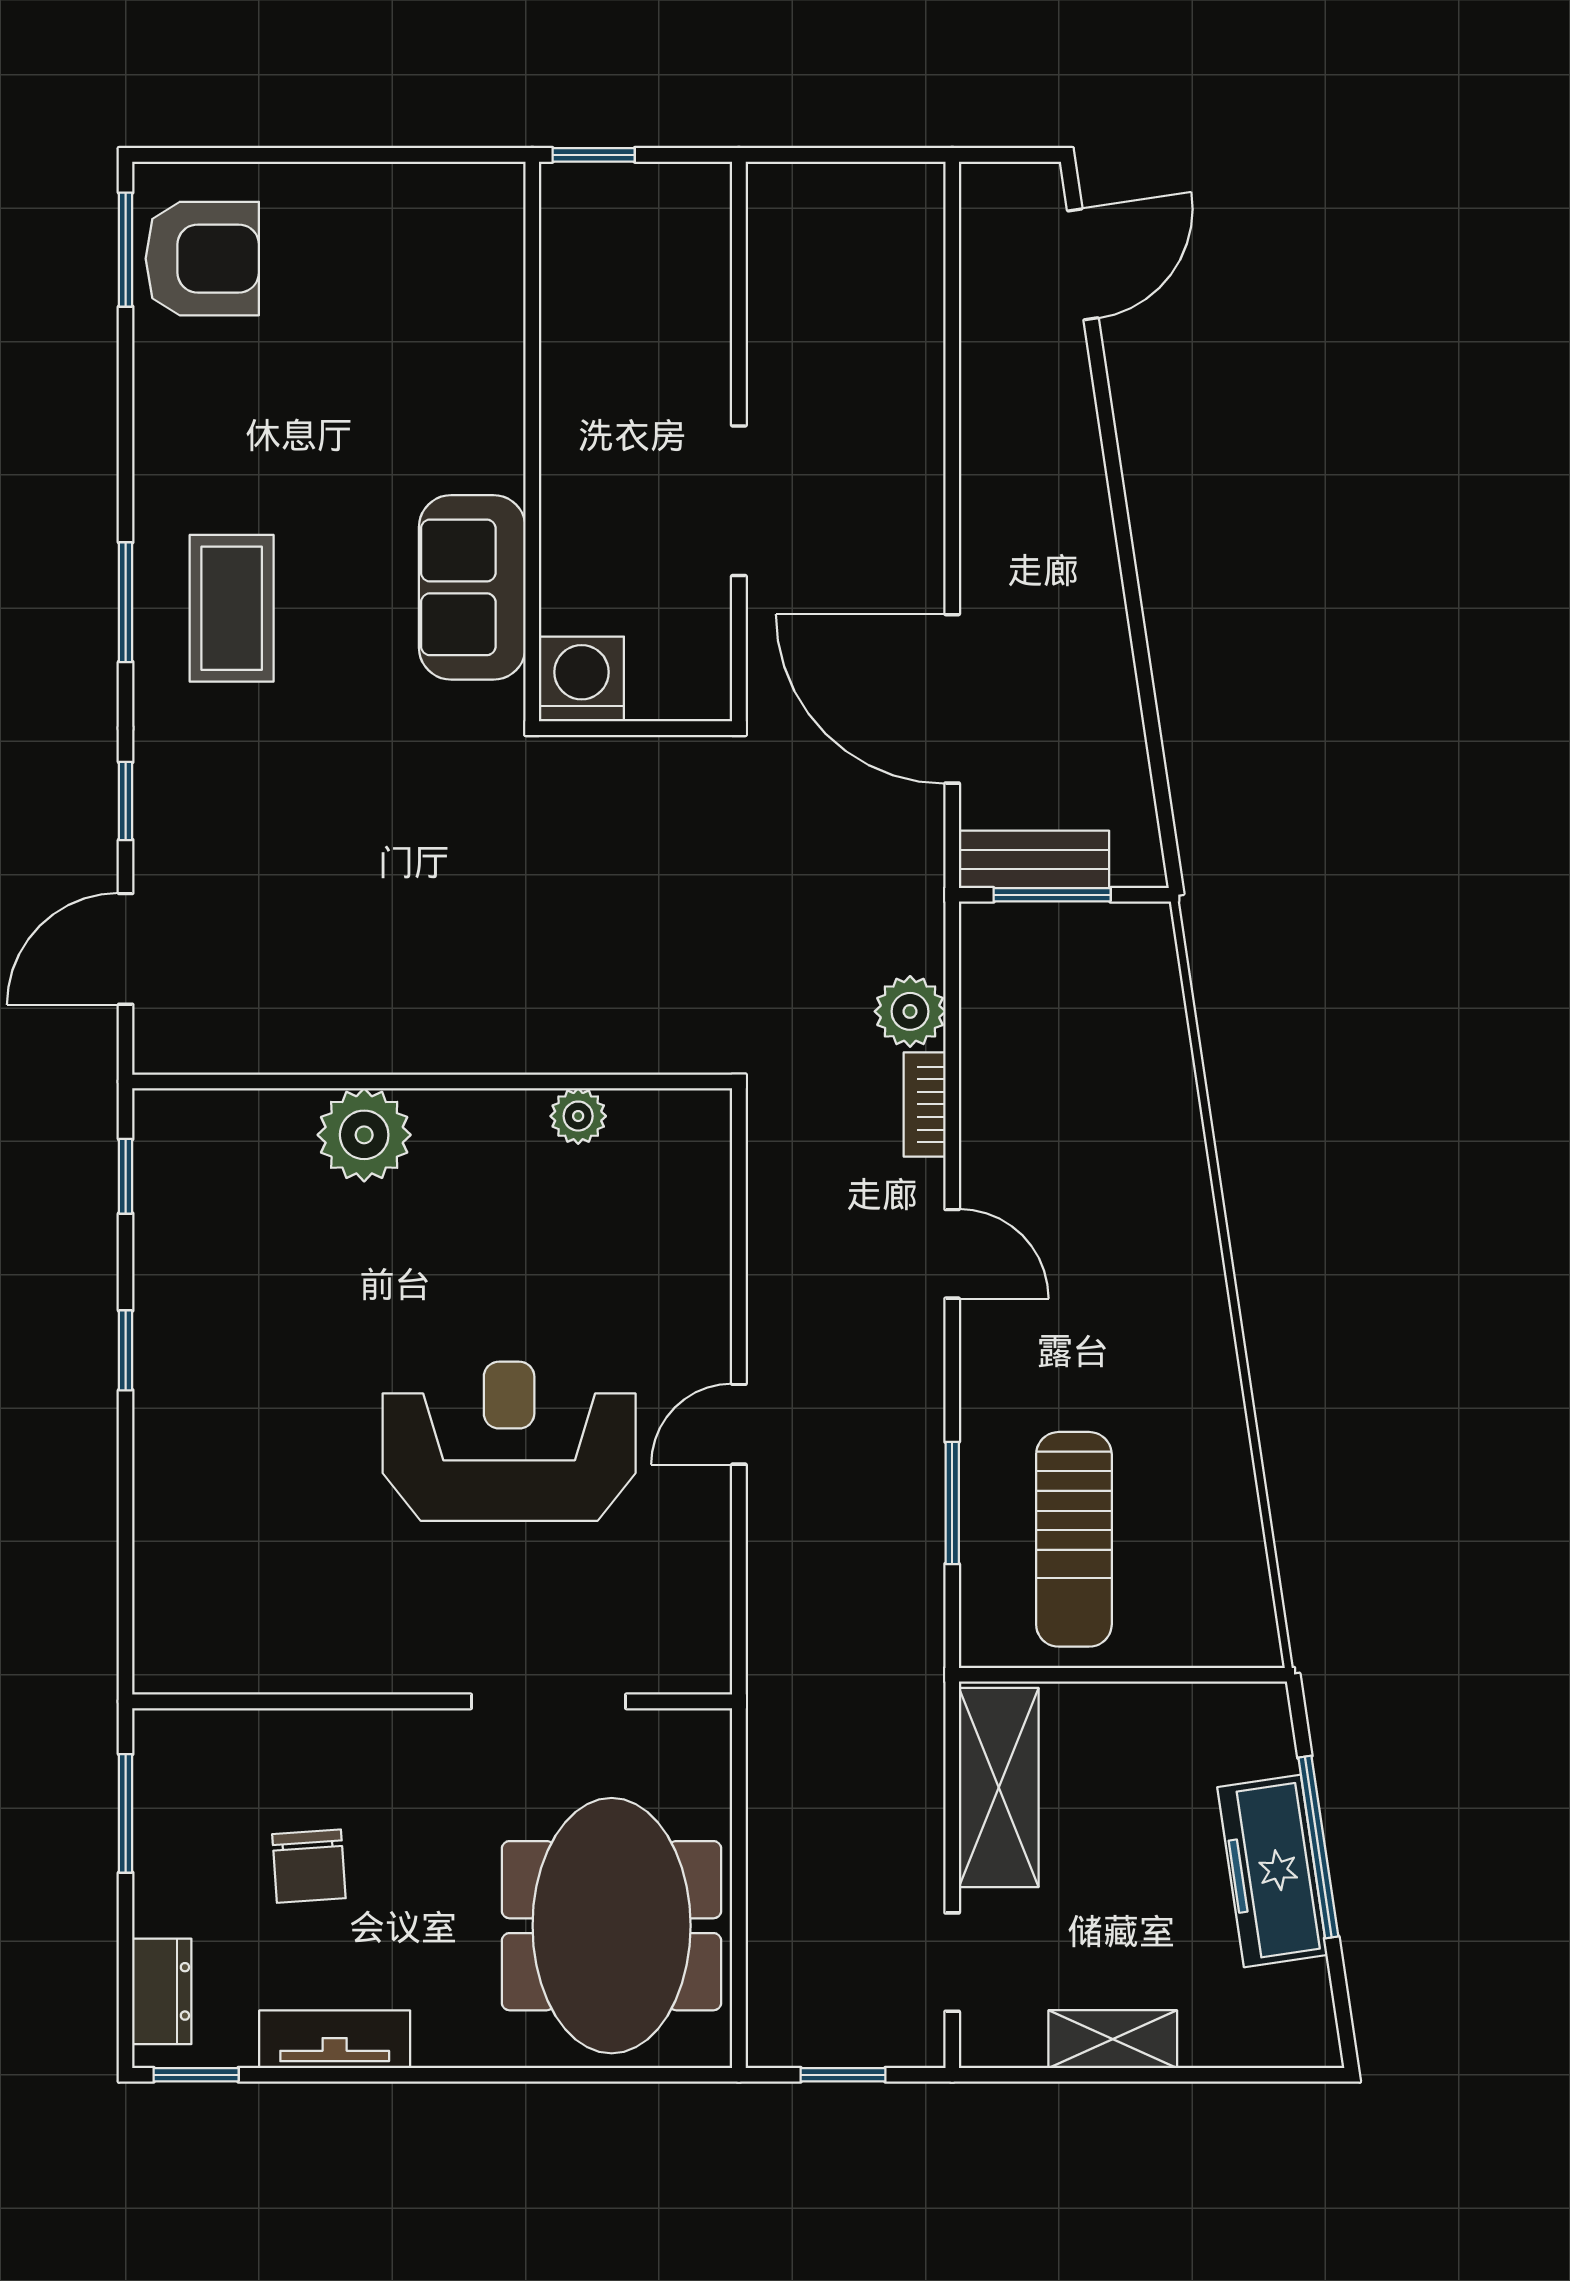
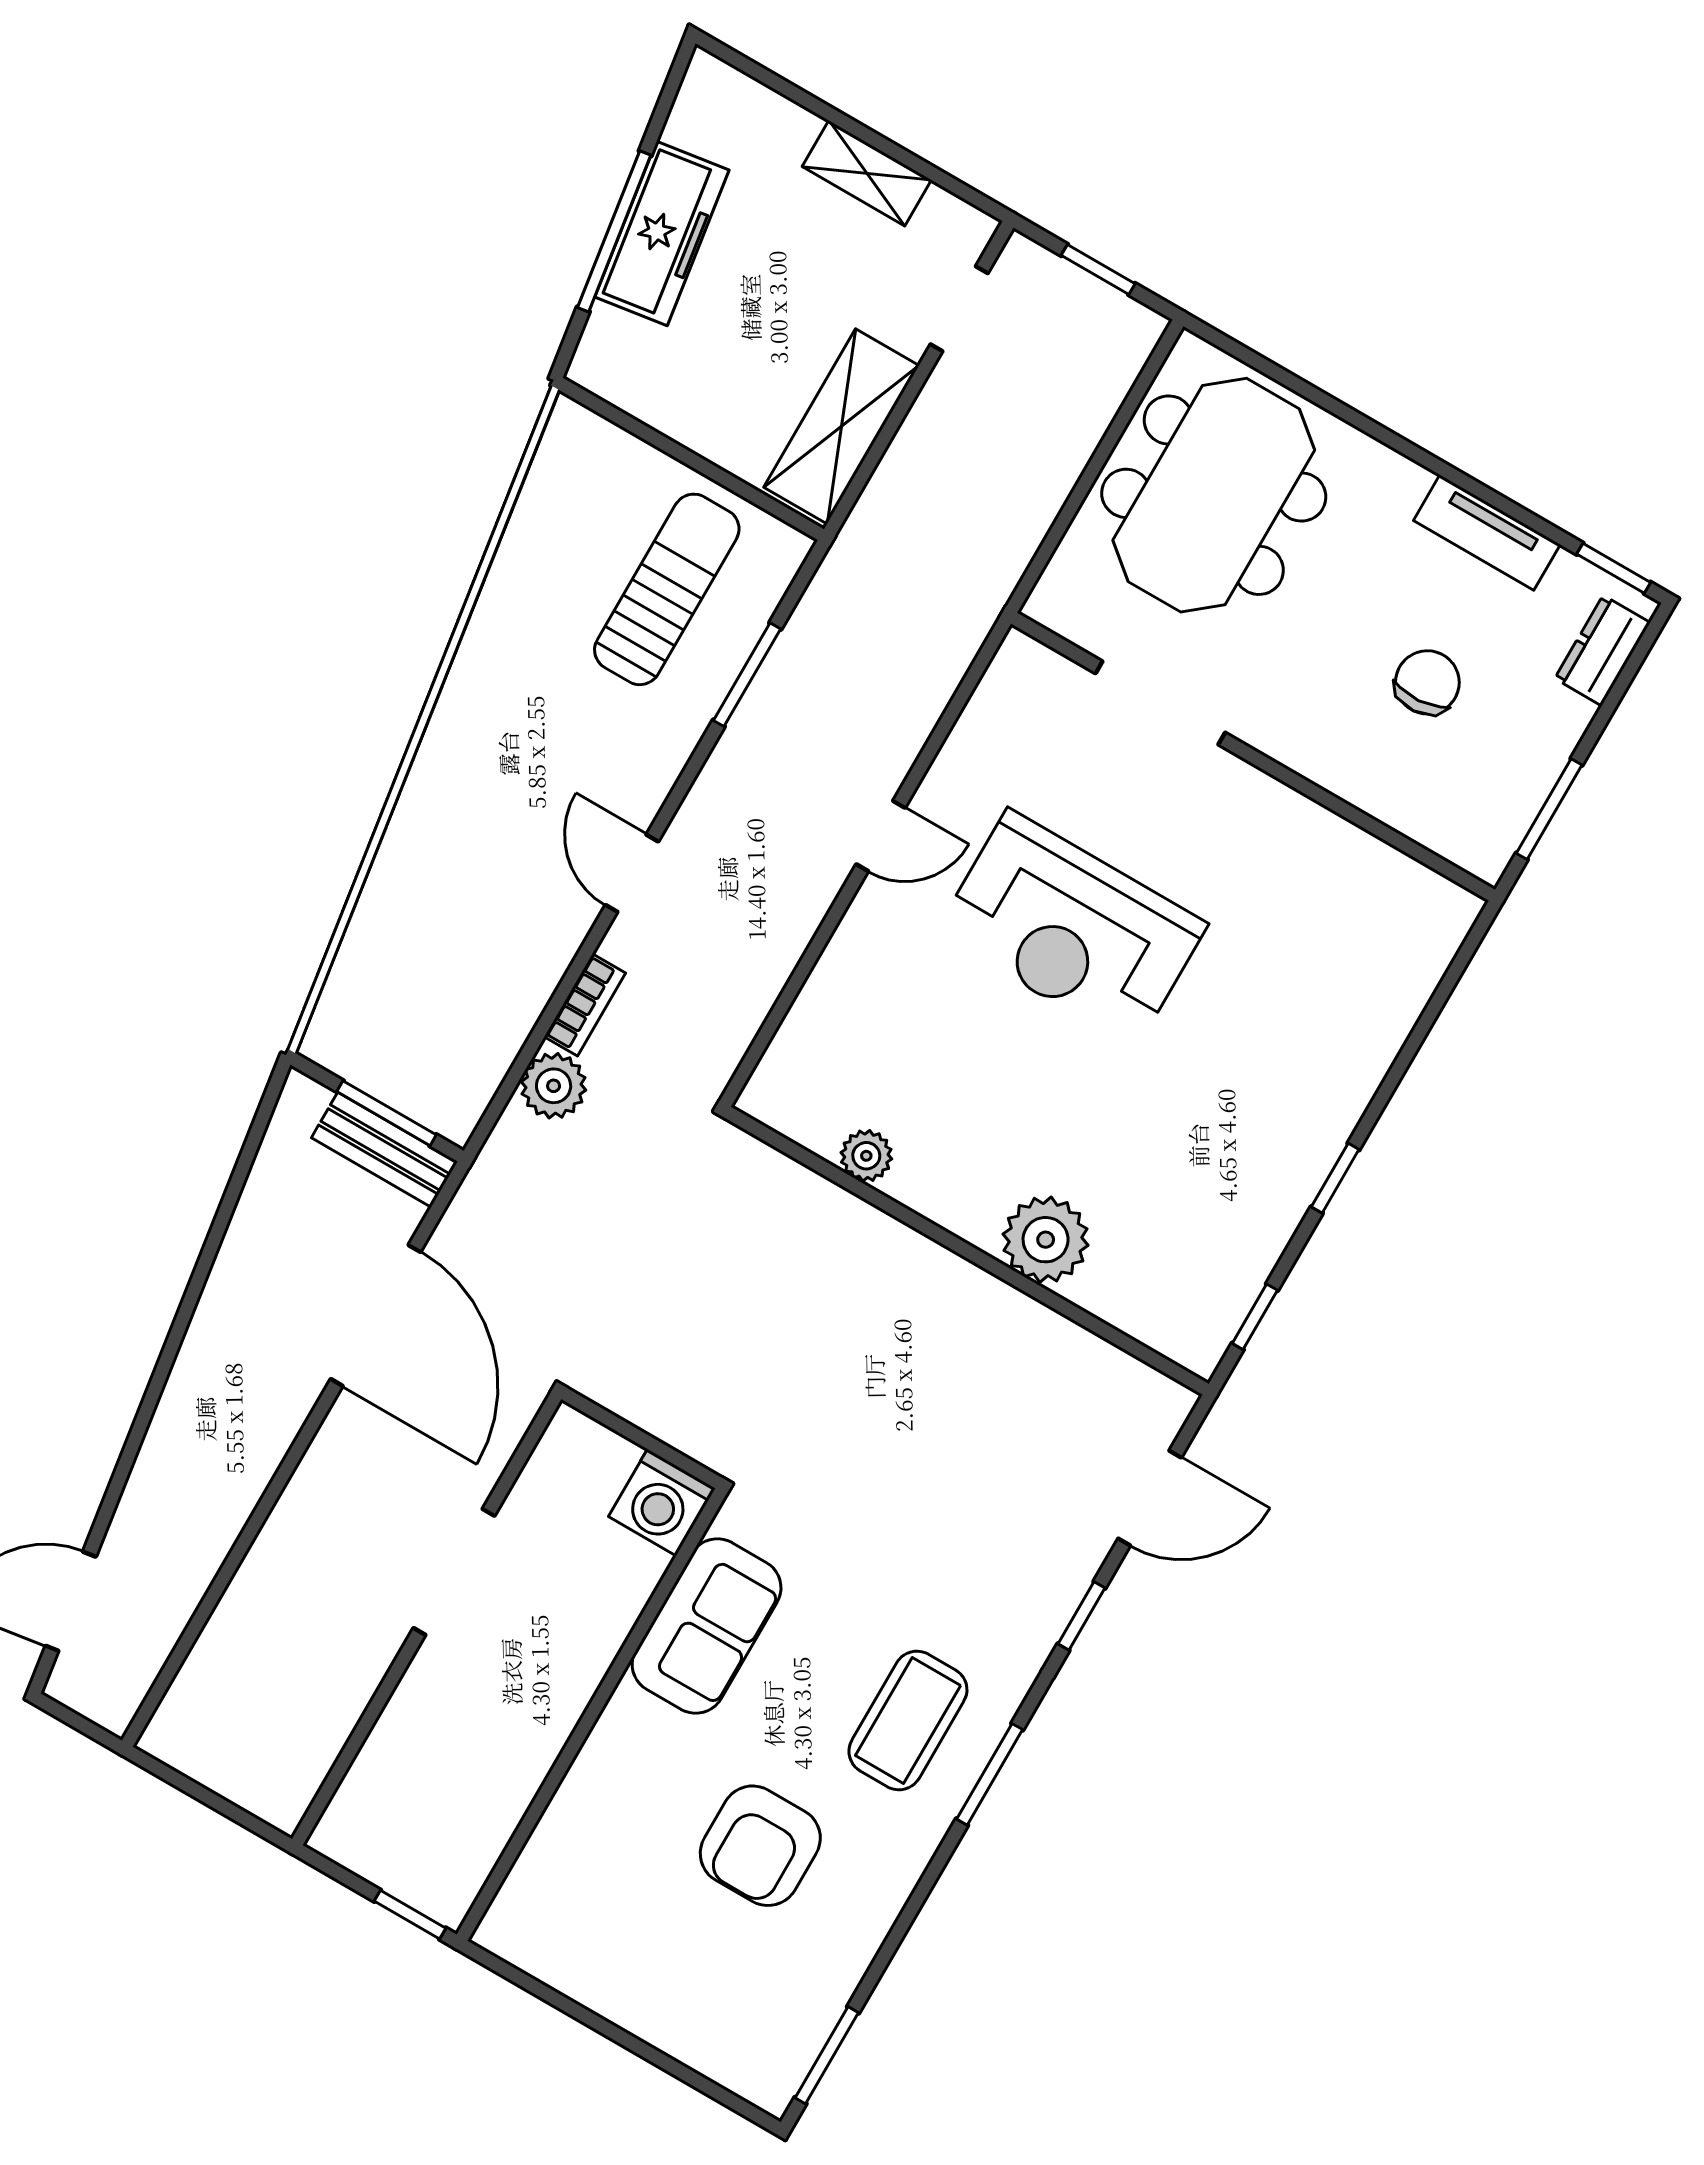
armchair: (202, 259) -> (760, 1846), moved, turned -90

